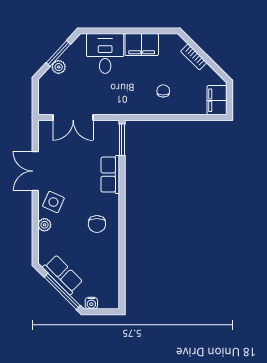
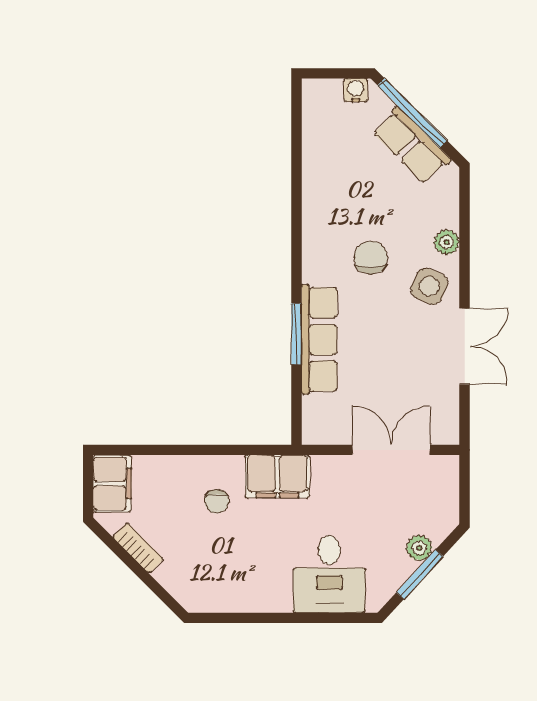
filing cabinet: (142, 45) -> (277, 476), moved, turned 180
bookcase: (194, 57) -> (138, 548), moved
window: (122, 140) -> (296, 334), moved
row of seats: (110, 175) -> (319, 339), width x1.48
chair: (97, 224) -> (371, 257), moved

